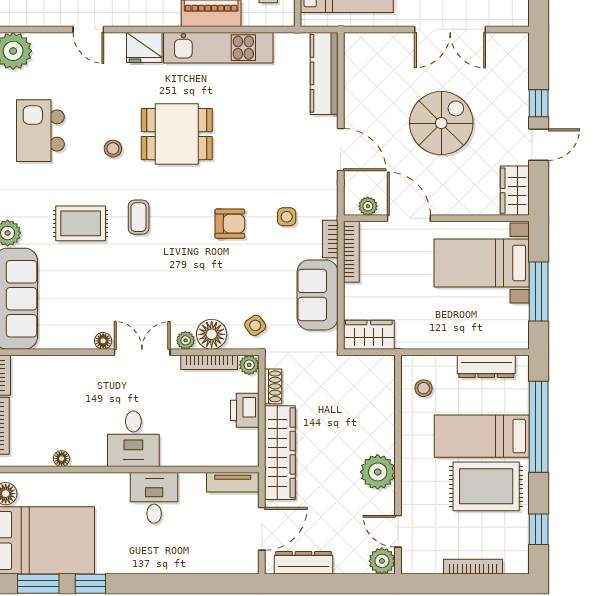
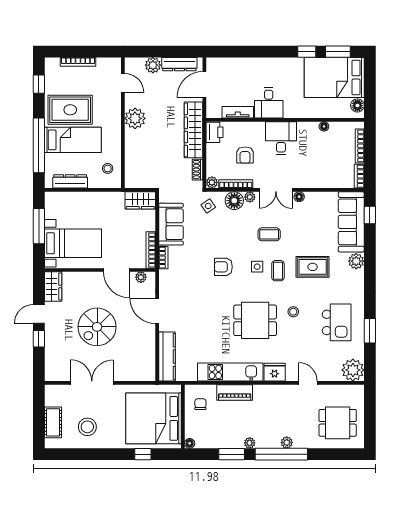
side table: (287, 217) -> (257, 267), moved
coffee table: (153, 278) -> (269, 234), added
printer: (245, 410) -> (214, 132), moved
armchair: (194, 411) -> (245, 155), added
tv unit: (233, 482) -> (238, 112), moved
plant: (382, 561) -> (153, 65), moved

